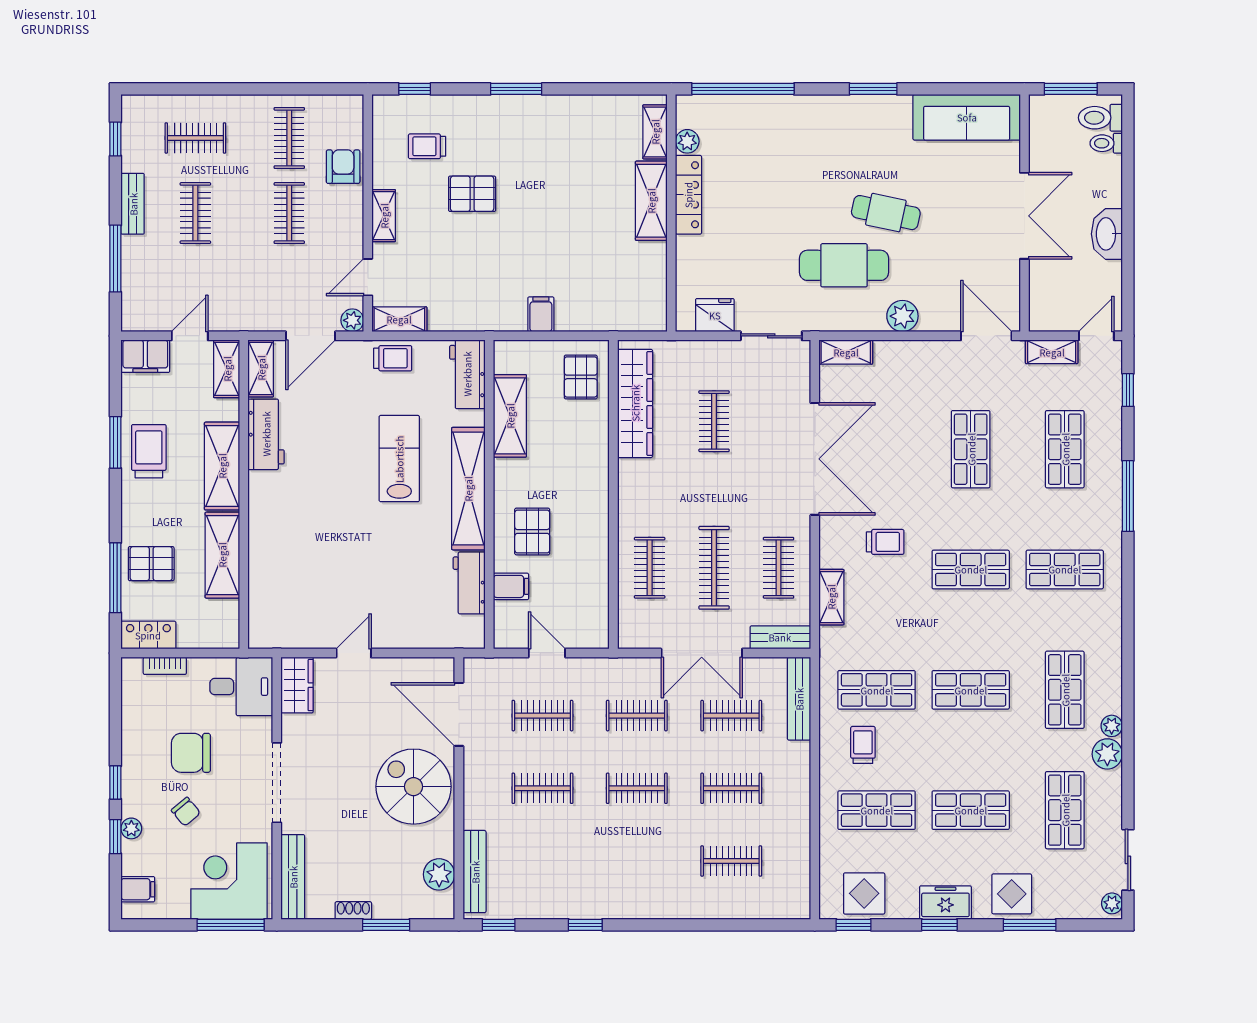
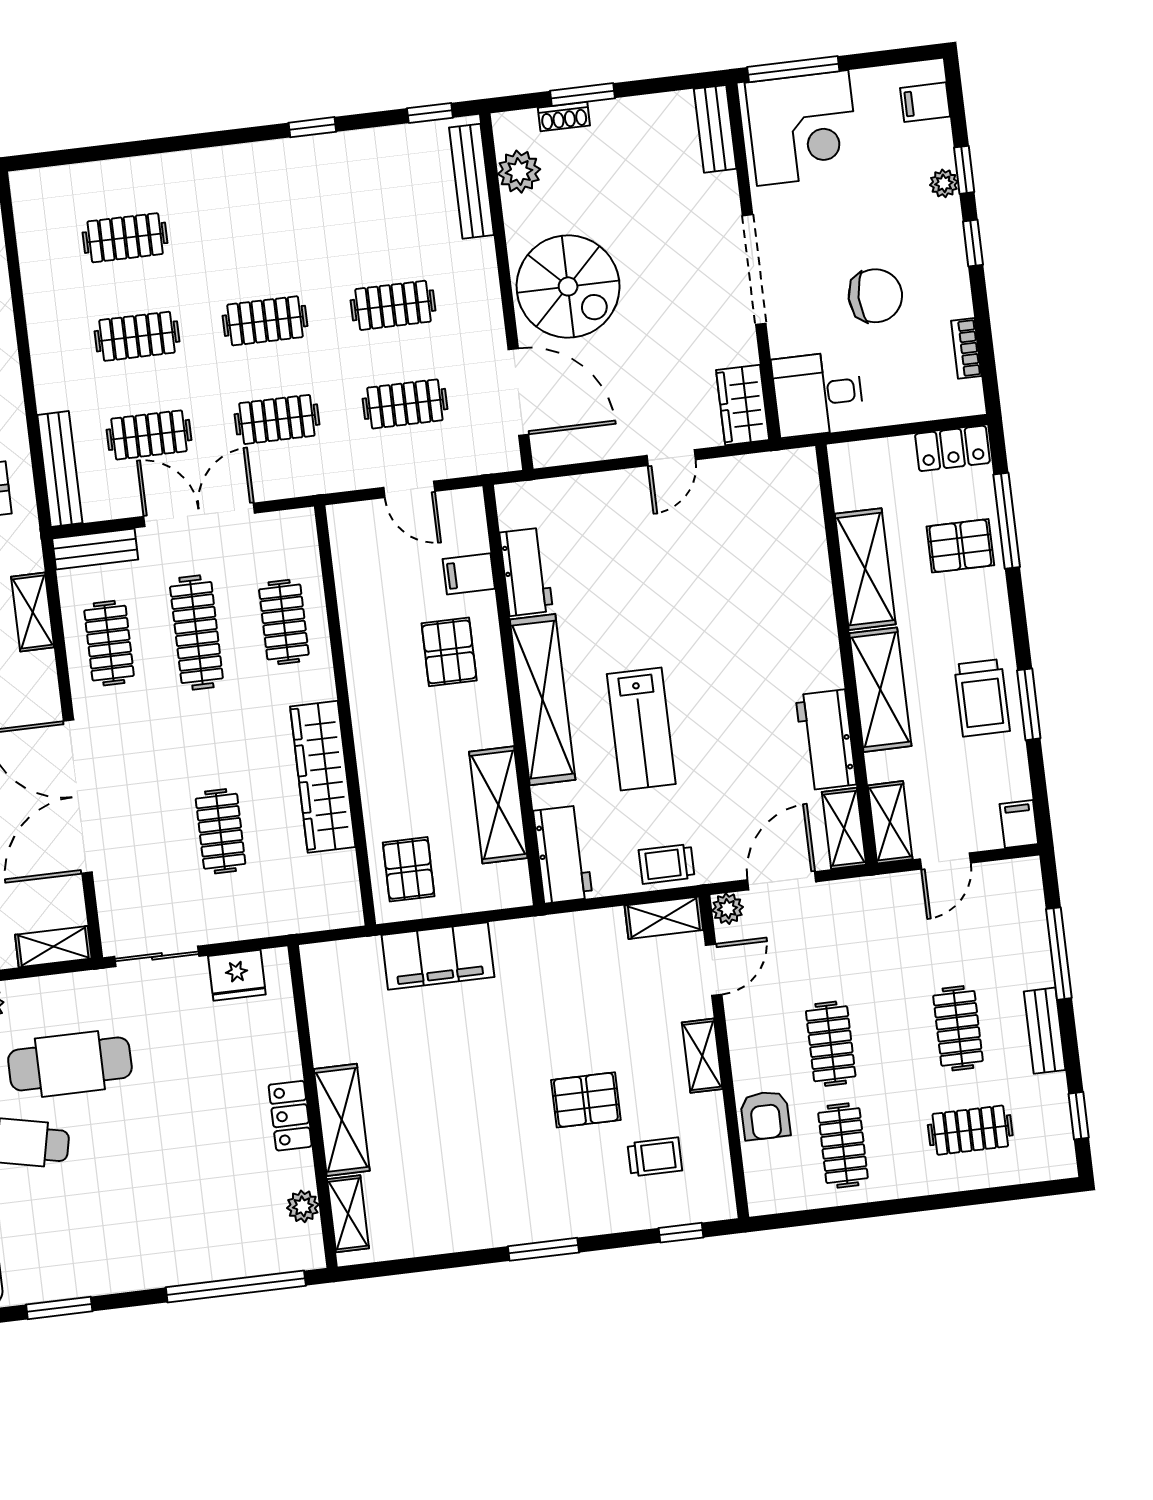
locker: (688, 195) -> (290, 1116), width x0.66
filing cabinet: (541, 314) -> (438, 956), width x3.00, depth x1.17
filing cabinet: (145, 356) -> (1019, 824), width x0.50
wardrobe: (635, 403) -> (323, 777), moved
bookcase: (165, 666) -> (966, 348), moved, turned -90
chair: (186, 812) -> (873, 215), removed
bench: (293, 877) -> (715, 129), width x0.73
shoe rack: (353, 911) -> (564, 117), moved

